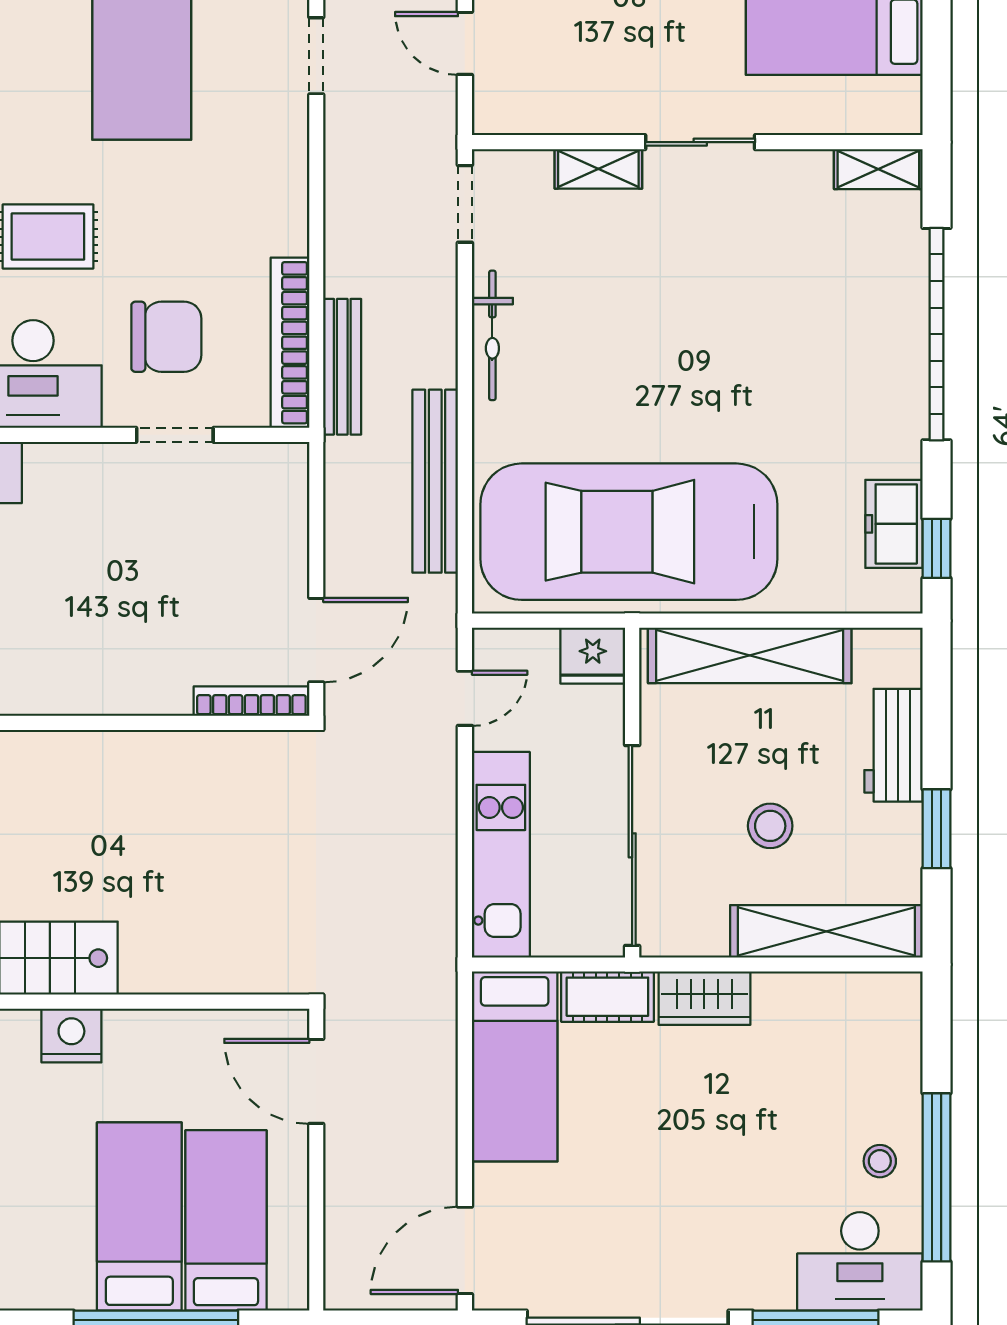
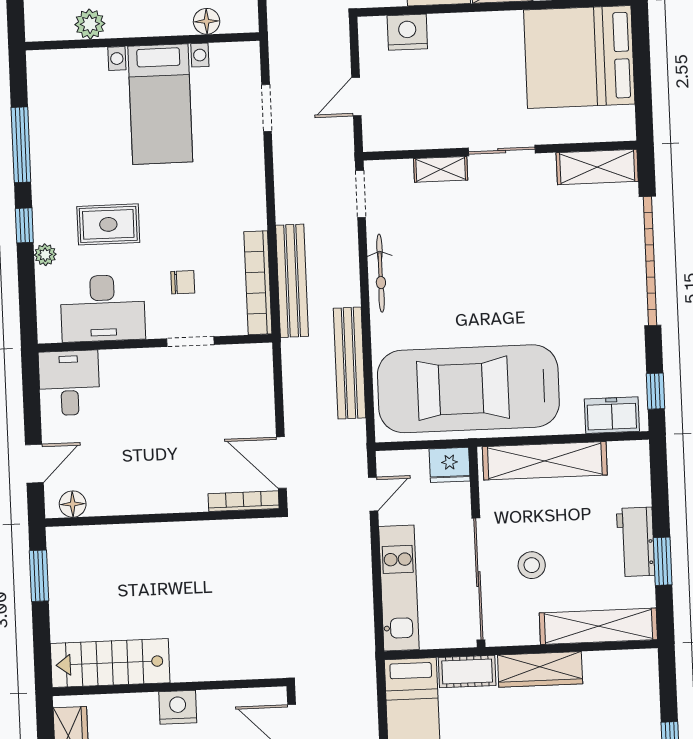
door: (465, 43) -> (356, 97), hinge flipped
shelving: (878, 169) -> (597, 167), width x1.50, depth x1.33
chair: (166, 337) -> (183, 282), width x0.54, depth x0.54
bench: (342, 367) -> (292, 281), width x1.37, depth x1.21
freezer: (894, 524) -> (612, 415), moved, turned 90
door: (316, 640) -> (281, 463), swing flipped
workbench: (893, 745) -> (636, 542), moved
stool: (770, 826) -> (532, 565), moved
wardrobe: (704, 998) -> (540, 669), width x1.50
nightstand: (71, 1036) -> (178, 707), moved

